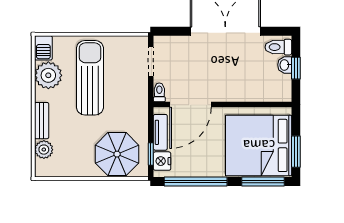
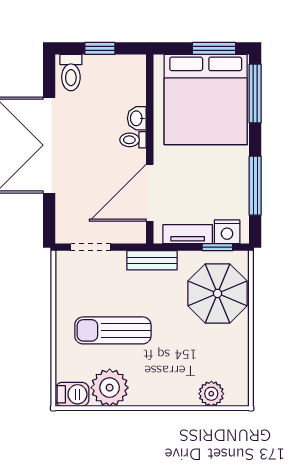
washbasin: (285, 65) -> (137, 118), moved, turned 90
sun lounger: (90, 78) -> (113, 330), width x0.73, depth x0.75
toilet: (159, 92) -> (133, 140), moved
door: (190, 105) -> (150, 193), swing flipped
bench: (42, 121) -> (152, 260), moved
window: (196, 181) -> (255, 186), width x0.68

